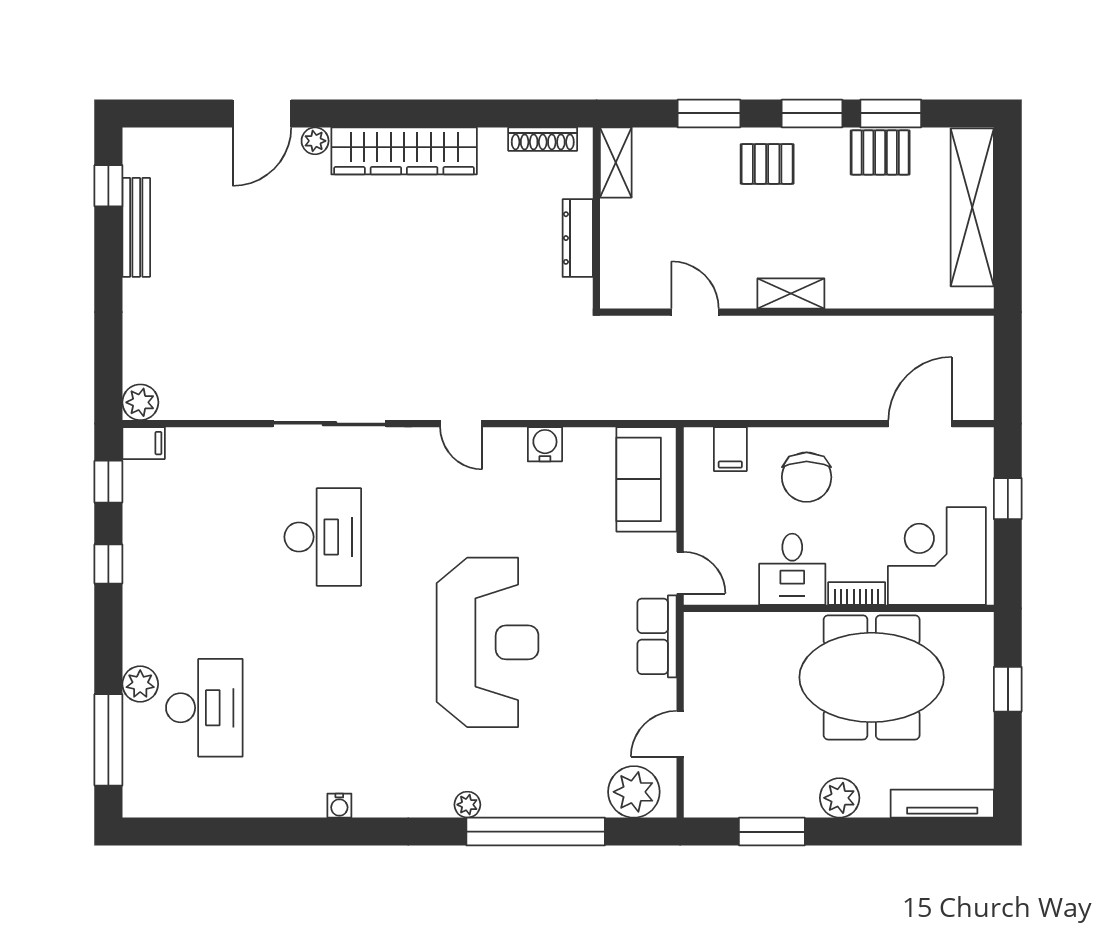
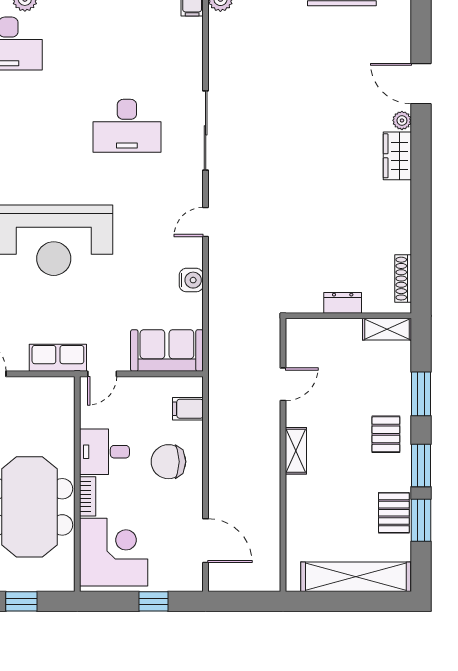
wardrobe: (404, 151) -> (397, 156), width x0.48, depth x0.85
dresser: (578, 238) -> (343, 303), width x0.70

